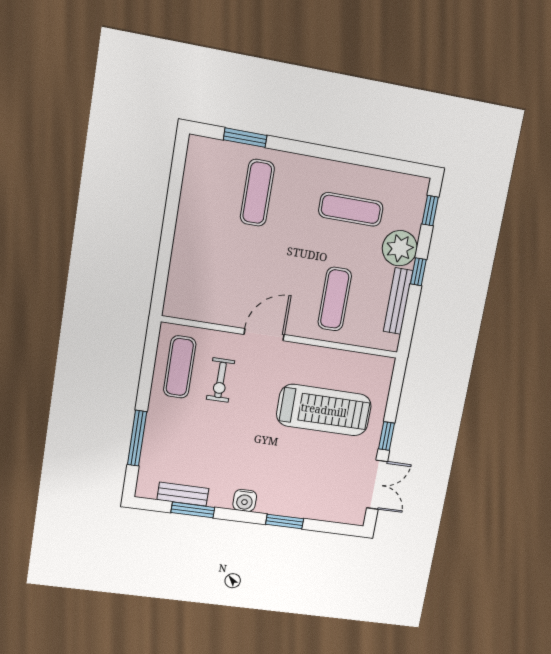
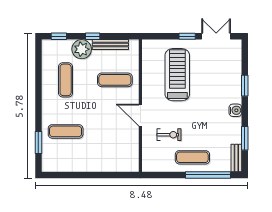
exercise mat: (180, 367) -> (192, 157), moved
window: (137, 438) -> (208, 175), width x1.46
bench: (183, 494) -> (236, 158), moved

